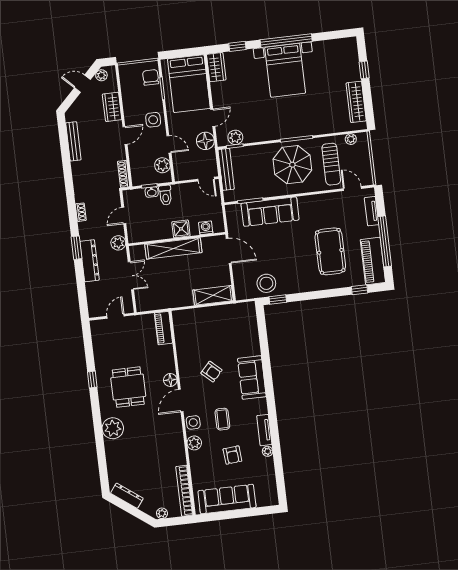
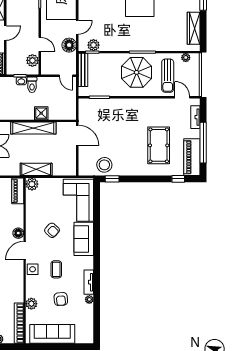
side table: (153, 120) -> (29, 23), removed
sofa: (270, 212) -> (114, 108), removed
washing machine: (206, 228) -> (61, 115), removed
shelving: (213, 295) -> (36, 169), moved
plant: (180, 318) -> (32, 184), added
corner sofa: (239, 331) -> (78, 200), added
plant: (194, 443) -> (31, 304), moved

